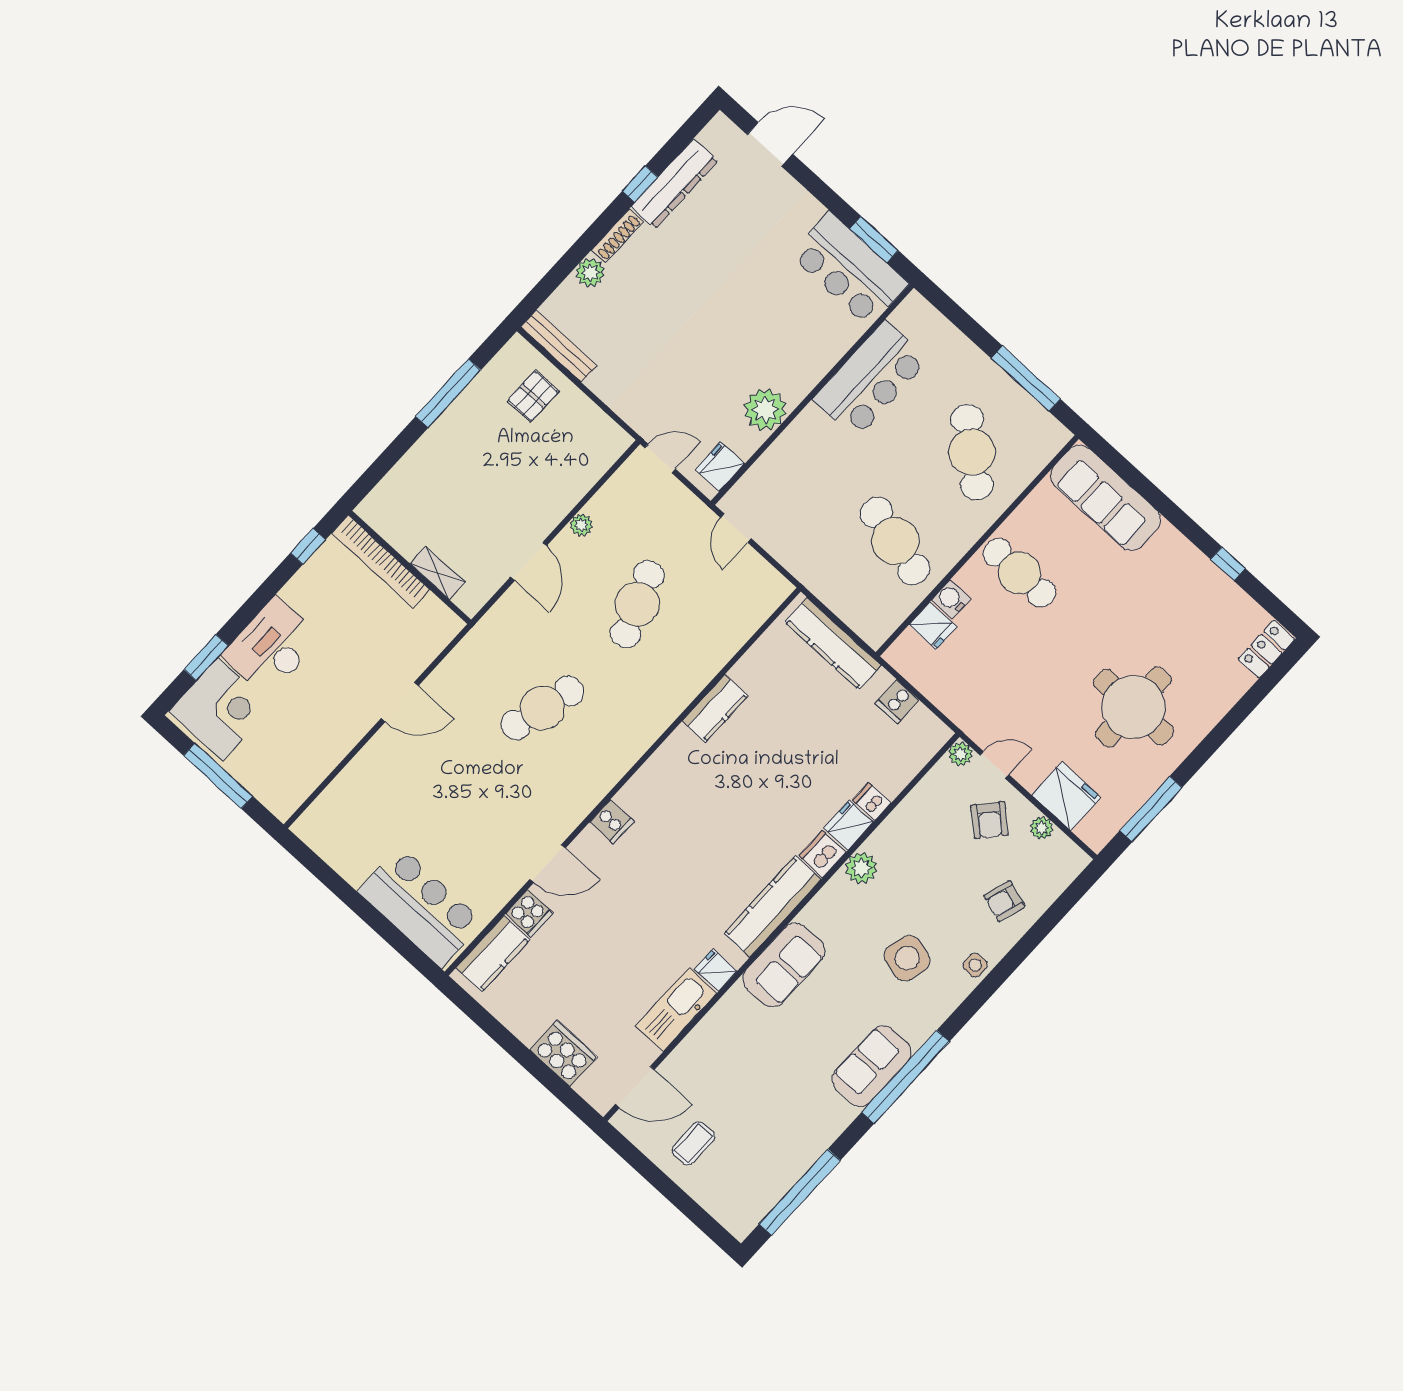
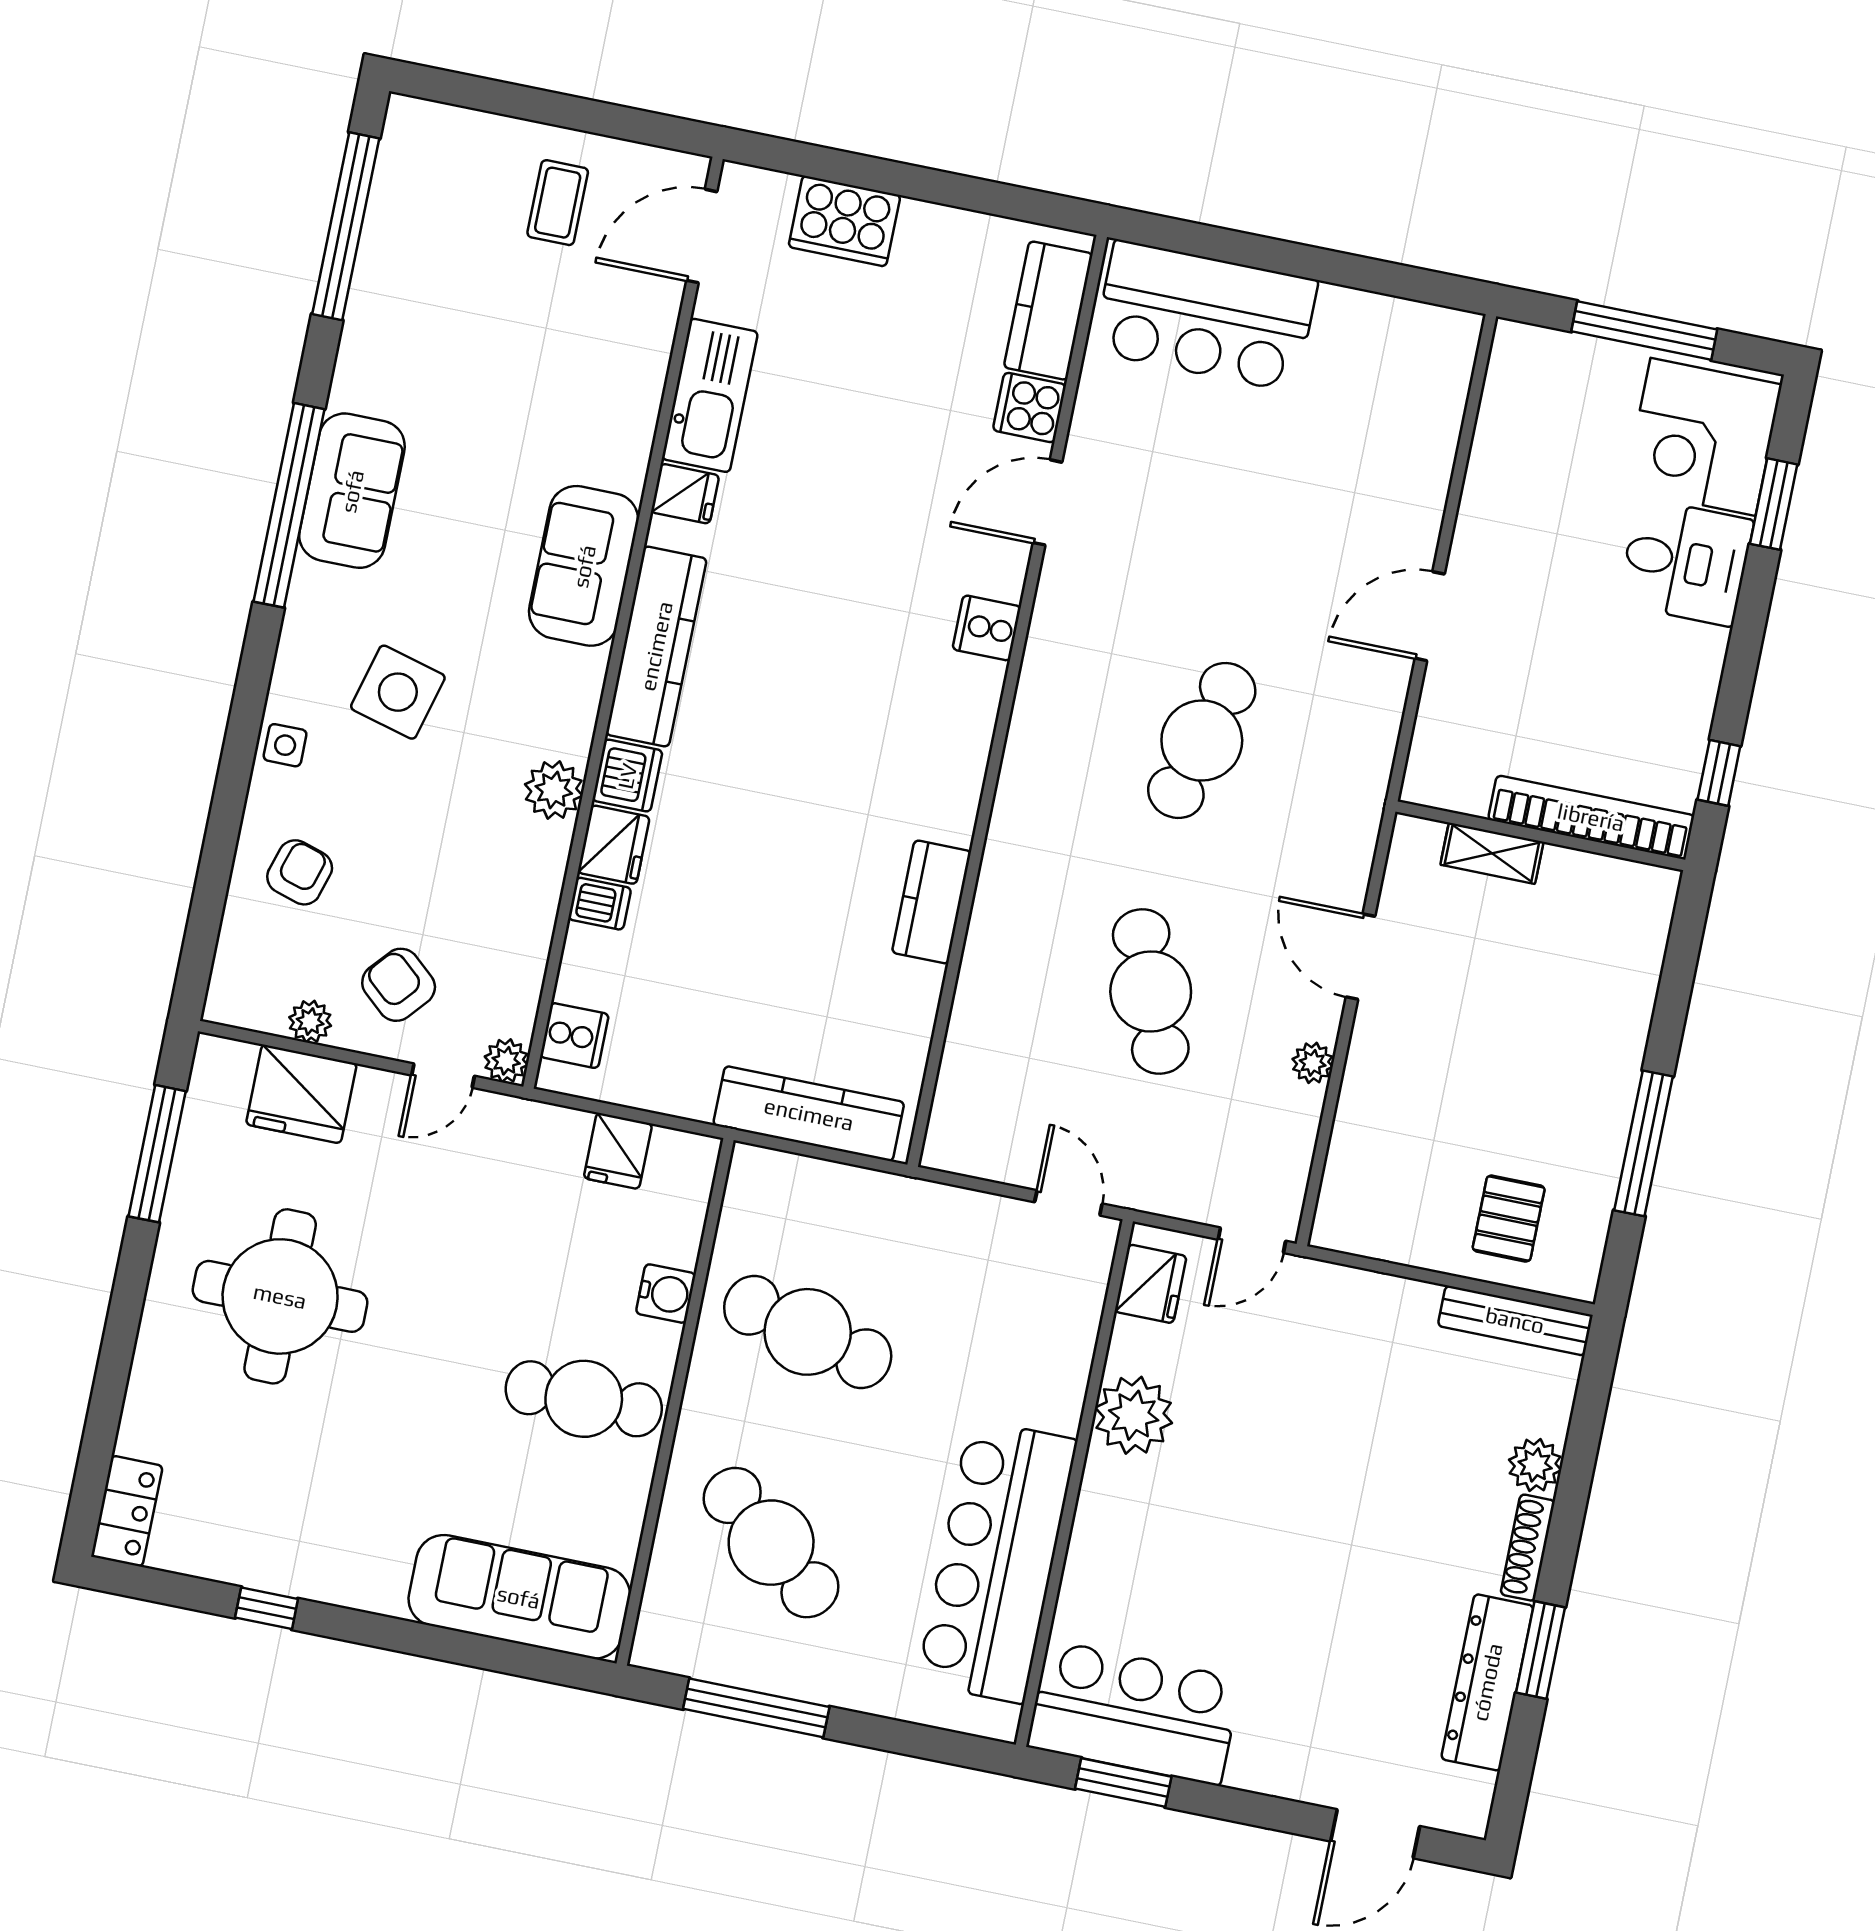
window: (640, 184) -> (1540, 1650), width x1.50
bar counter: (871, 379) -> (997, 1561), width x1.36
fridge: (933, 626) -> (618, 1151), moved, turned -90
desk: (272, 647) -> (1686, 562), width x0.73
cooker: (897, 702) -> (574, 1036), moved, turned 90

